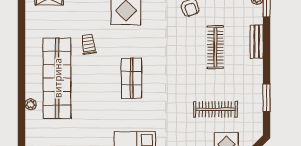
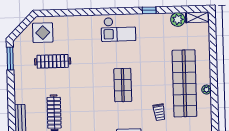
window: (267, 98) -> (10, 58), moved
plant: (31, 104) -> (206, 90), moved

